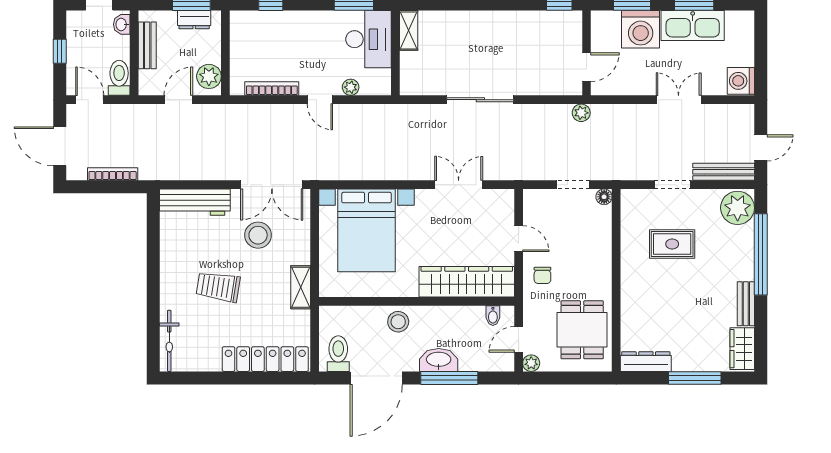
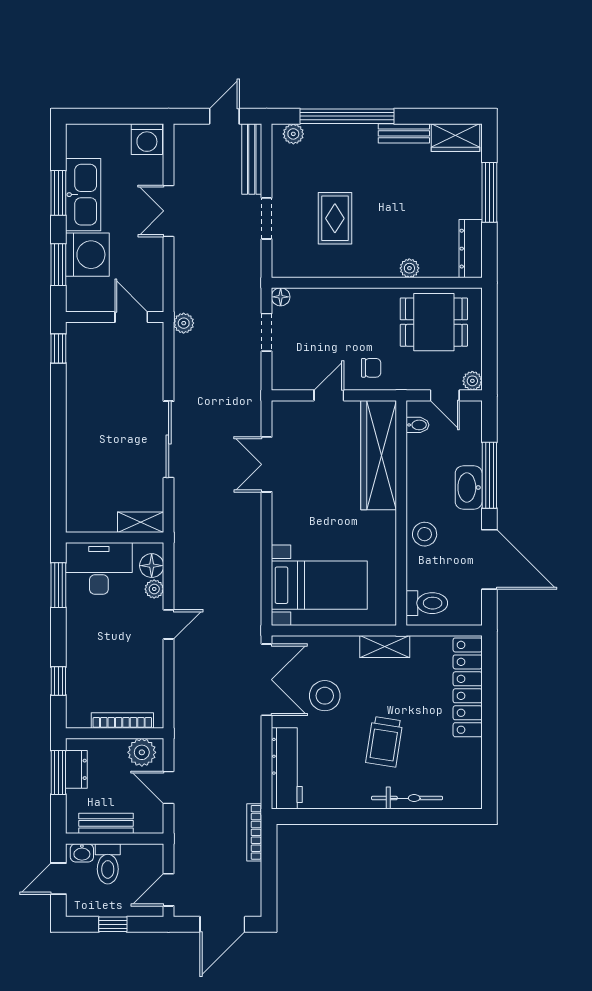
shelving: (409, 30) -> (141, 522), moved
toilet: (119, 78) -> (108, 864), moved, turned -90
floor lamp: (371, 85) -> (152, 566), added
bookcase: (272, 89) -> (122, 721), moved, turned 90
door: (761, 148) -> (224, 116), hinge flipped
bookcase: (113, 174) -> (254, 832), moved
plant: (738, 208) -> (293, 134), width x0.53, depth x0.53
bed with nightstands: (367, 230) -> (319, 585), width x0.73
plant: (629, 309) -> (409, 268), added
bicycle: (169, 341) -> (407, 798), moved
toilet: (338, 354) -> (427, 603), moved, turned 180

